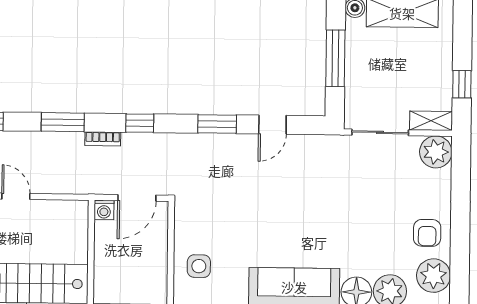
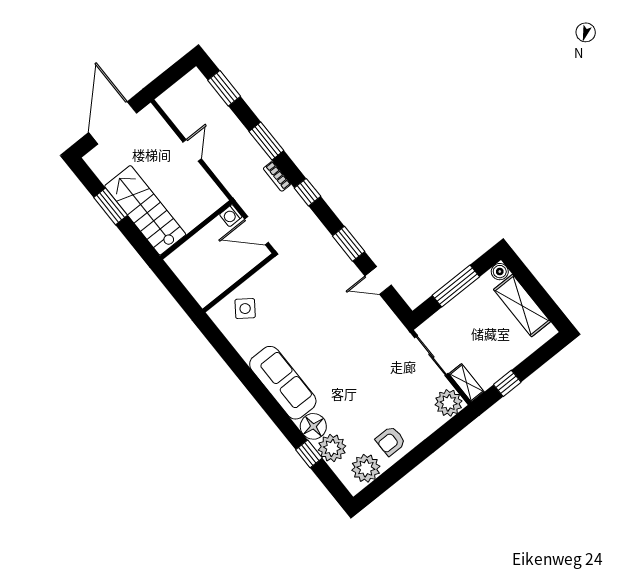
side table: (199, 266) -> (245, 309), turned 36

